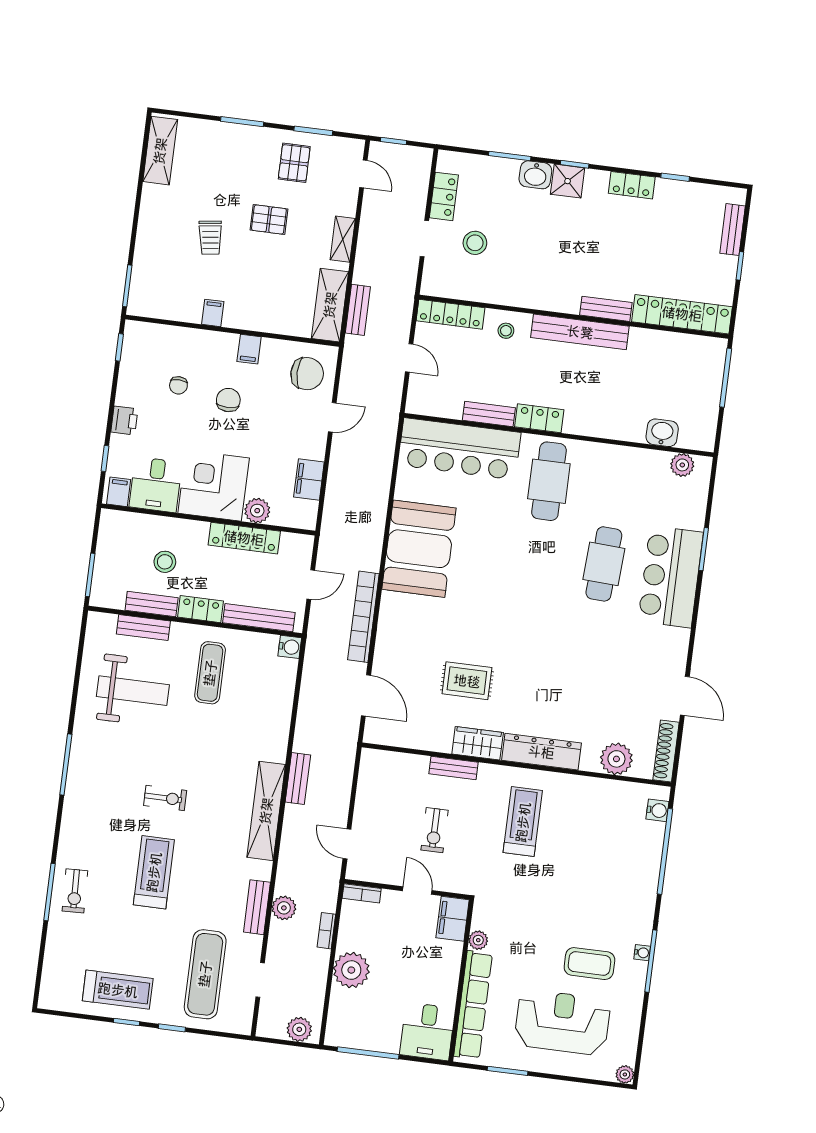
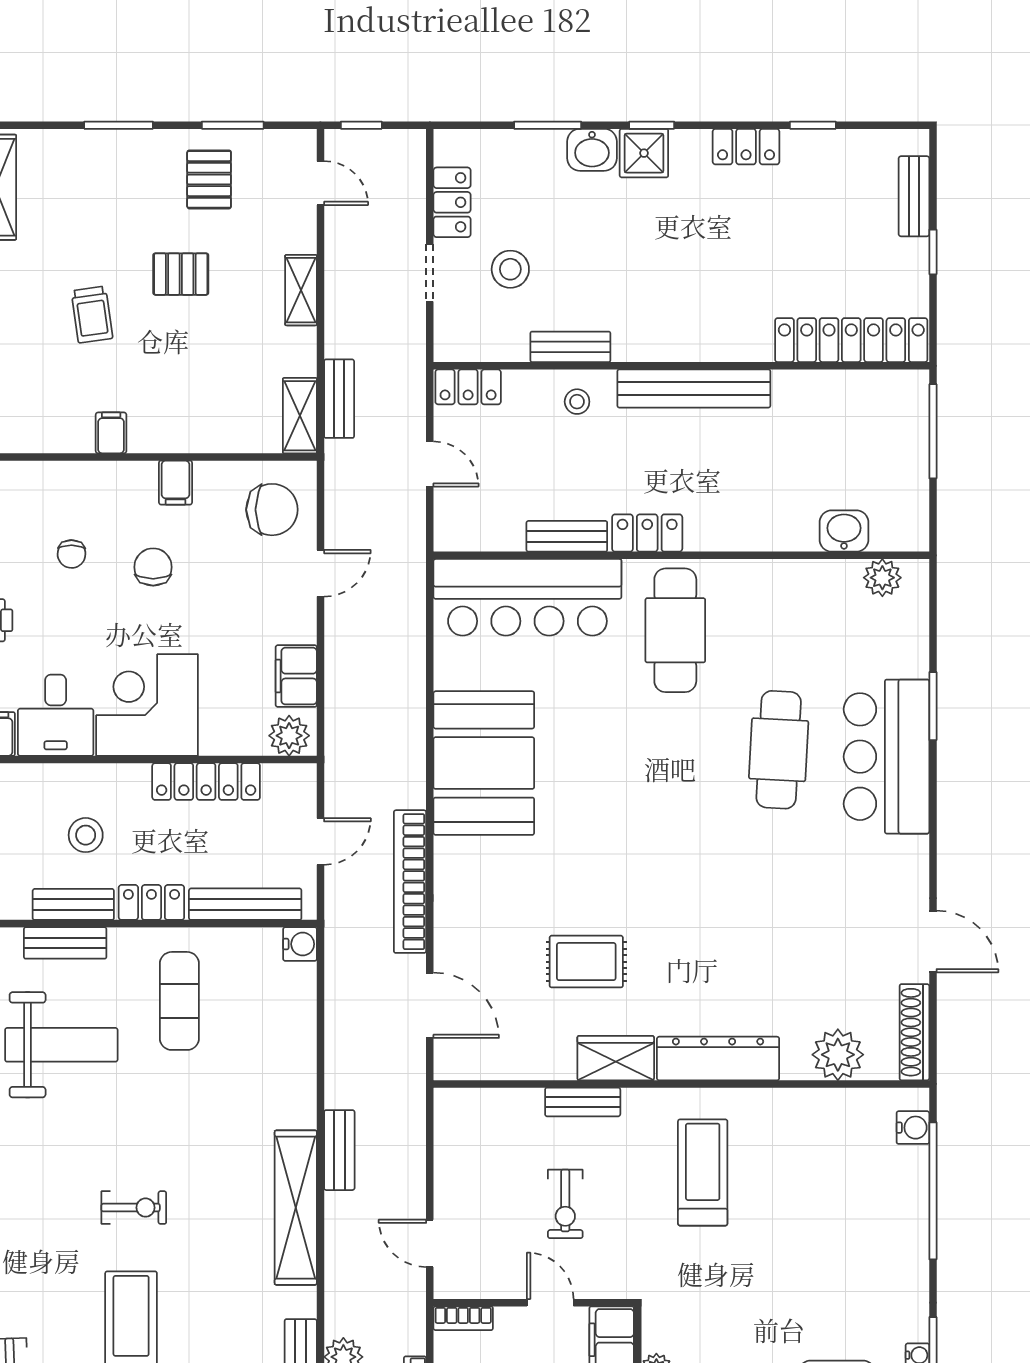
shelving: (330, 305) -> (300, 416), width x0.67, depth x0.75
bench: (606, 309) -> (570, 347), moved
locker: (451, 314) -> (468, 387), width x0.66
plant: (257, 511) -> (289, 736), moved

